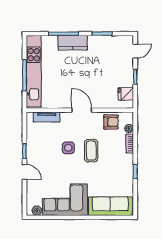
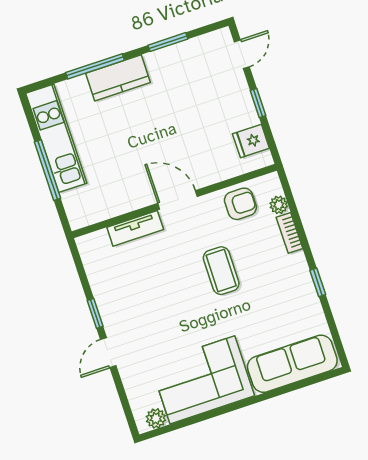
kitchen unit: (34, 71) -> (56, 138), width x0.73
tv unit: (47, 117) -> (135, 228), moved
side table: (68, 148) -> (176, 280), removed
door: (24, 172) -> (108, 353), swing flipped

